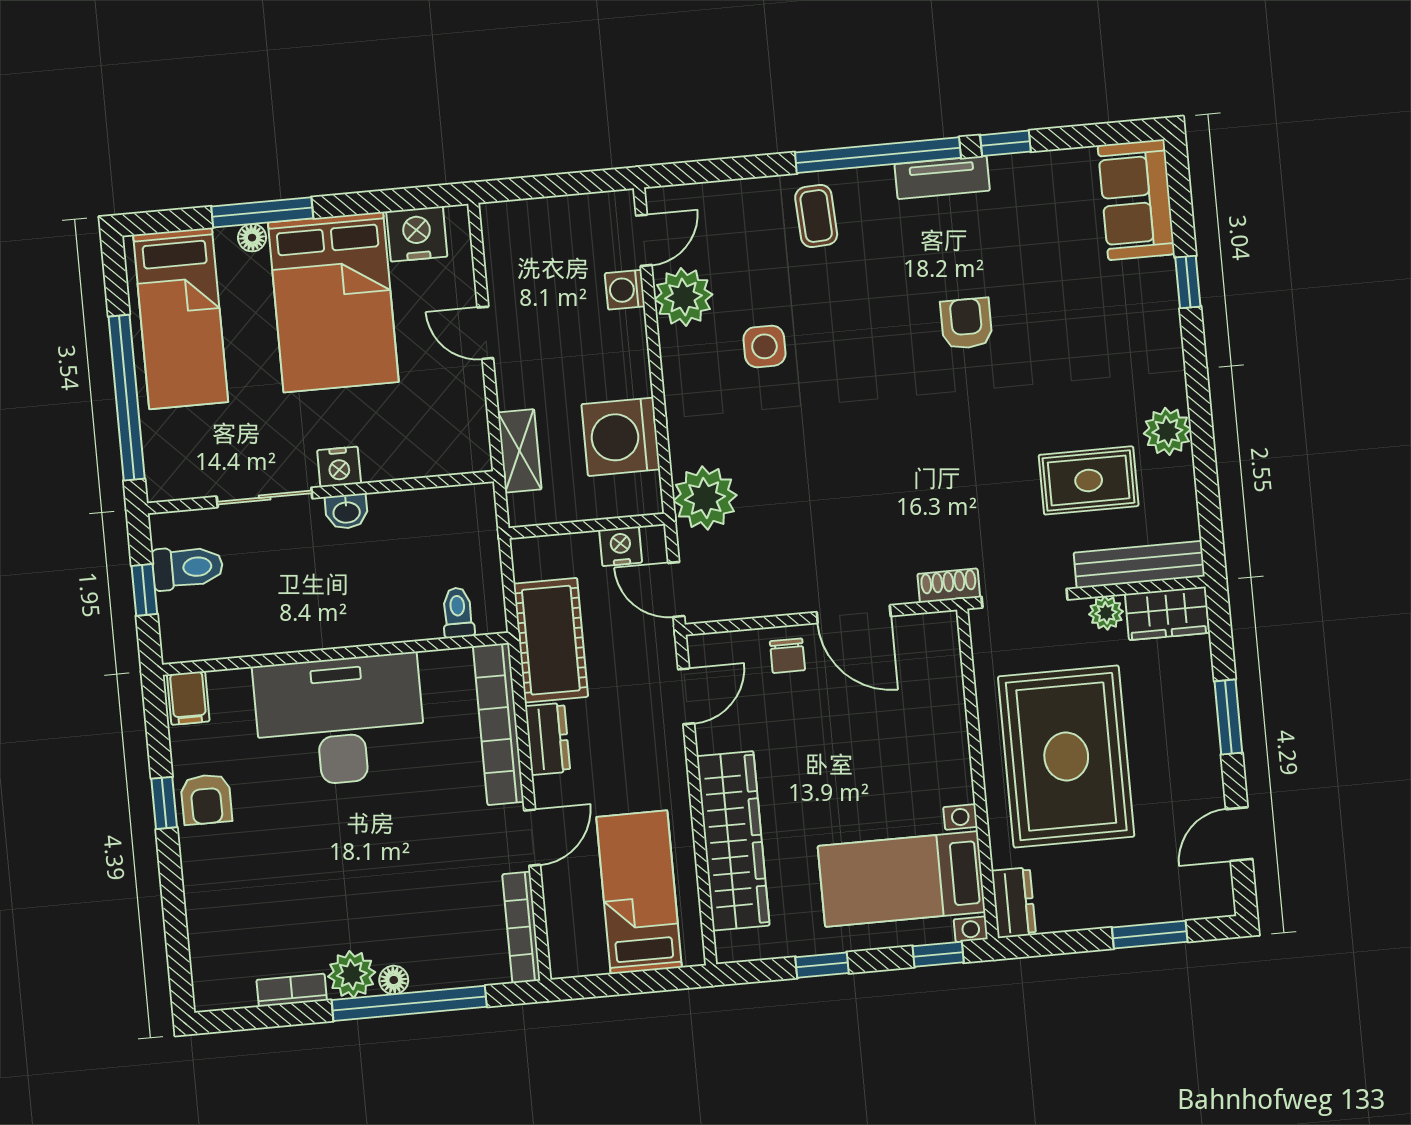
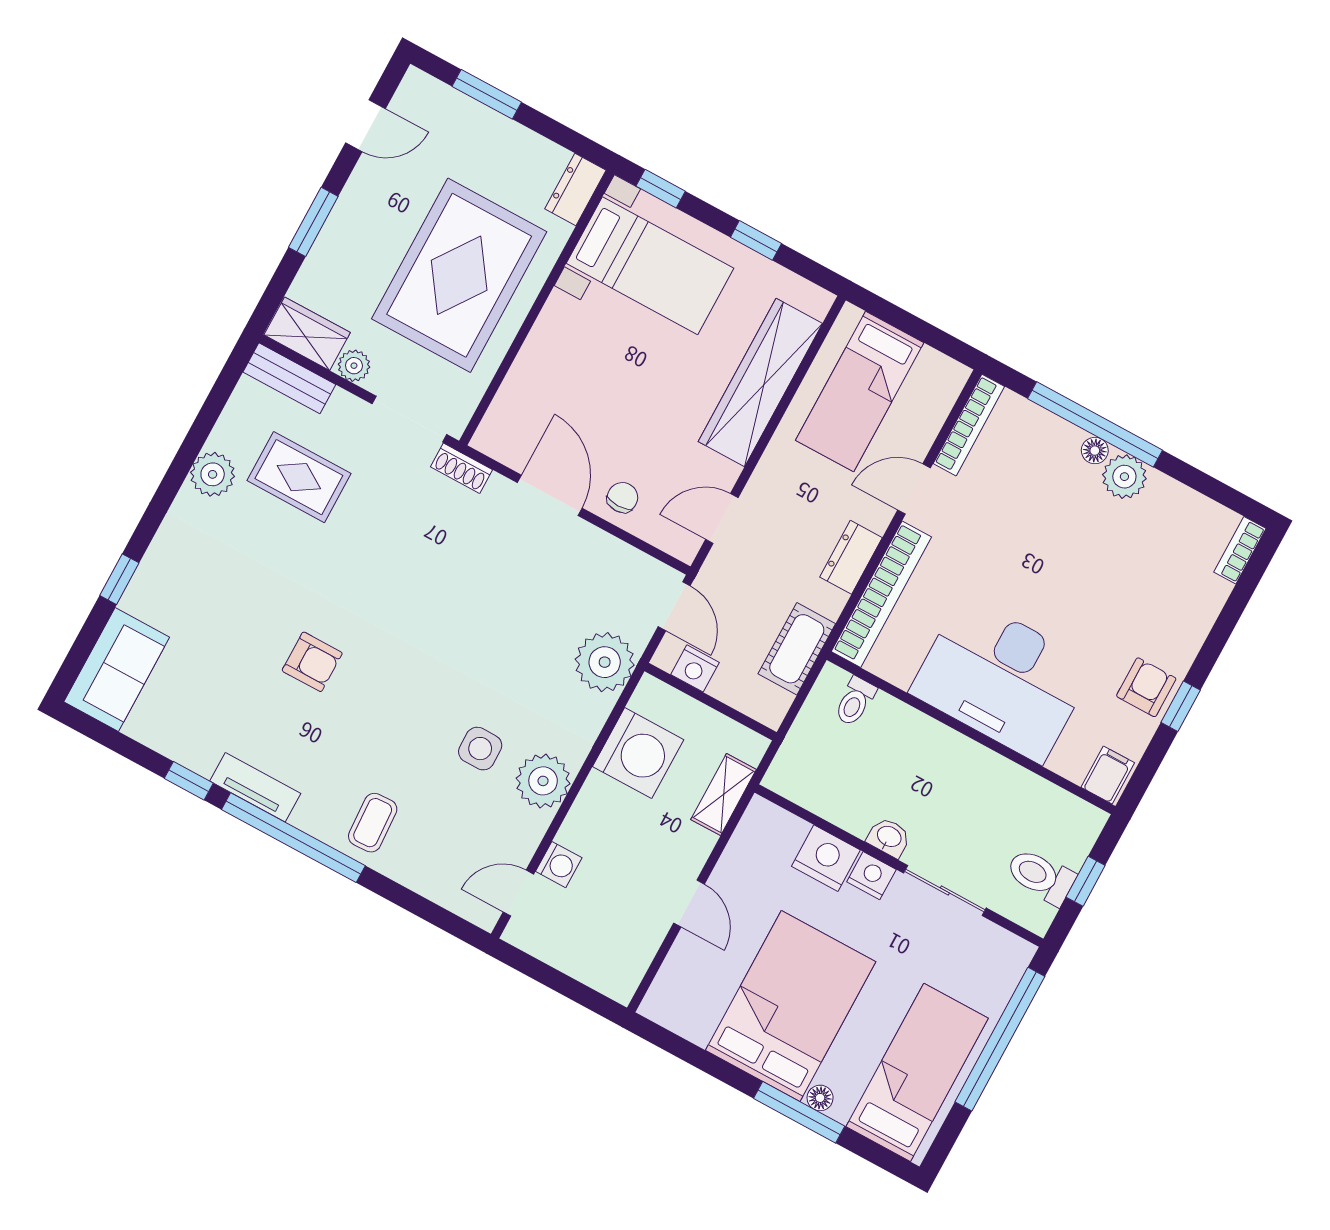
nightstand: (417, 234) -> (826, 858), moved, turned 180
plant: (684, 297) -> (543, 781), moved
armchair: (966, 323) -> (312, 662), turned -90
bench: (1139, 565) -> (289, 378), width x0.73
cot: (551, 640) -> (797, 649), width x0.73, depth x0.75
bookcase: (292, 990) -> (1240, 550), moved, turned 90

